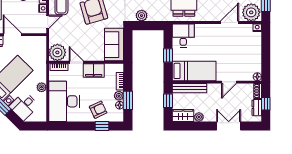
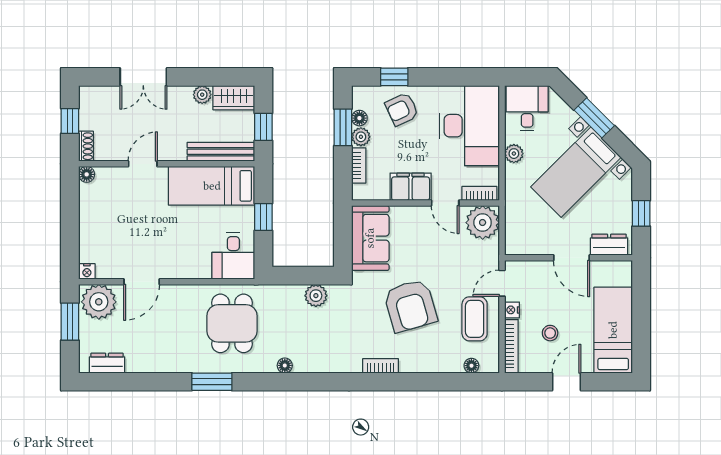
desk: (24, 106) -> (527, 108), moved, turned -45
dresser: (257, 108) -> (88, 113), removed

